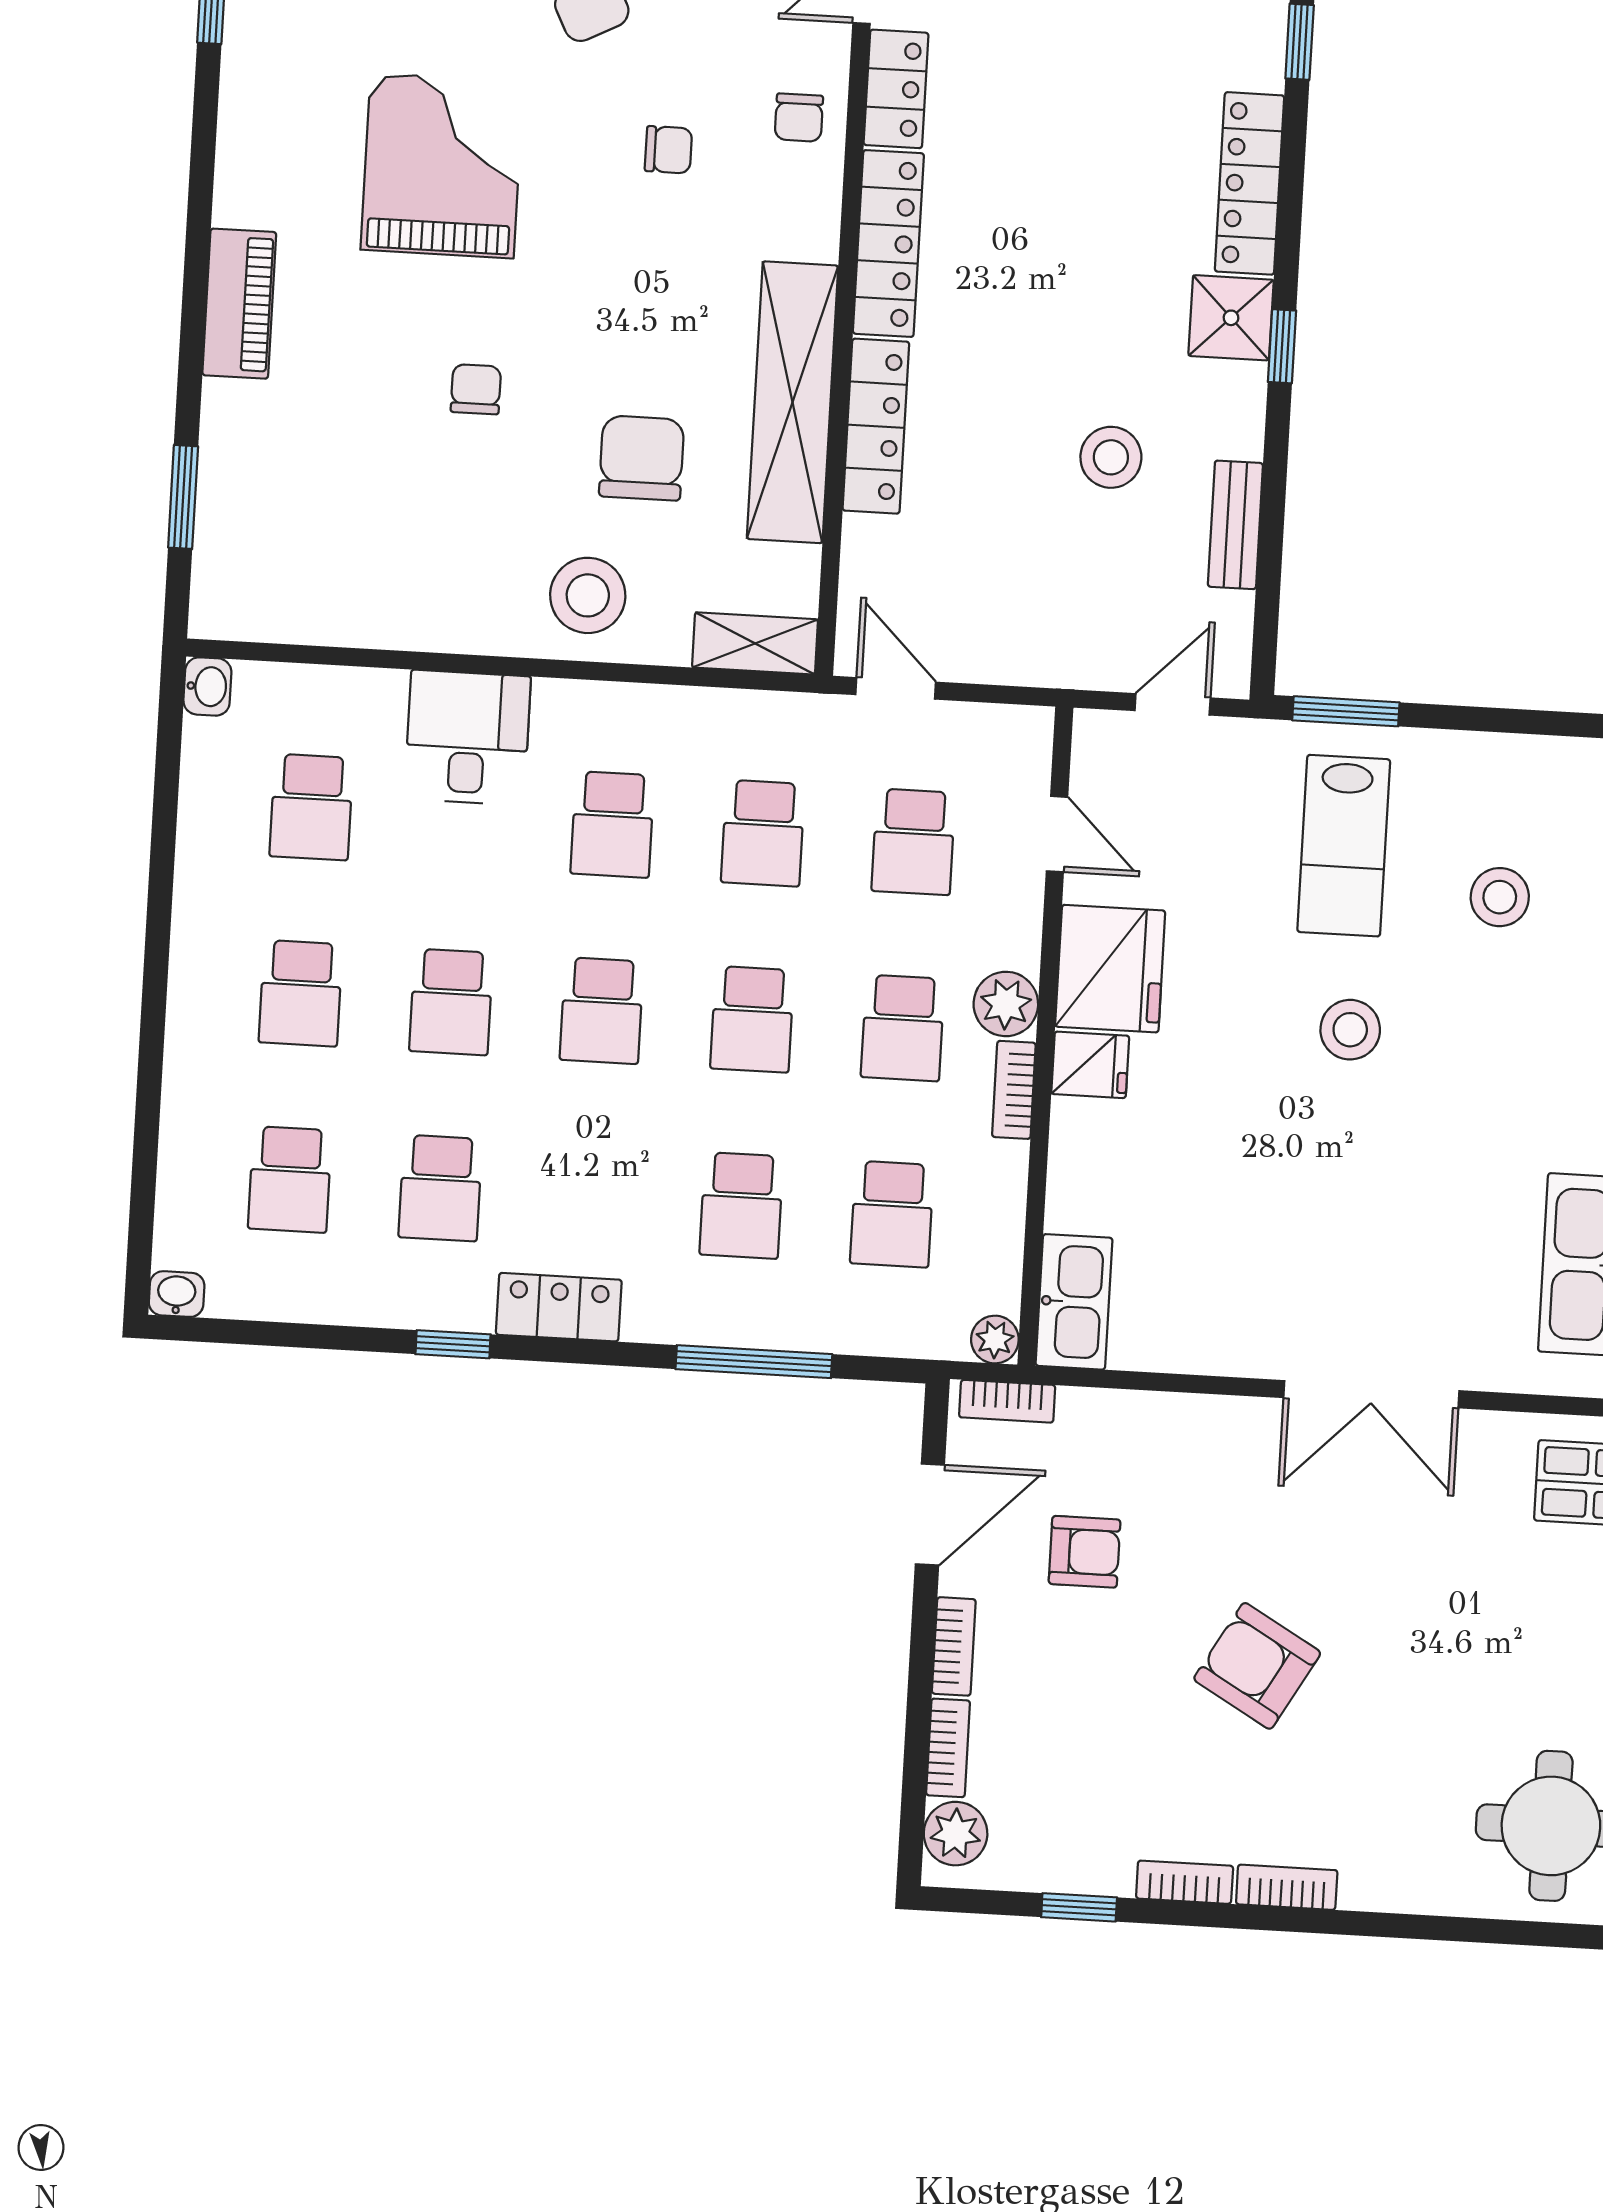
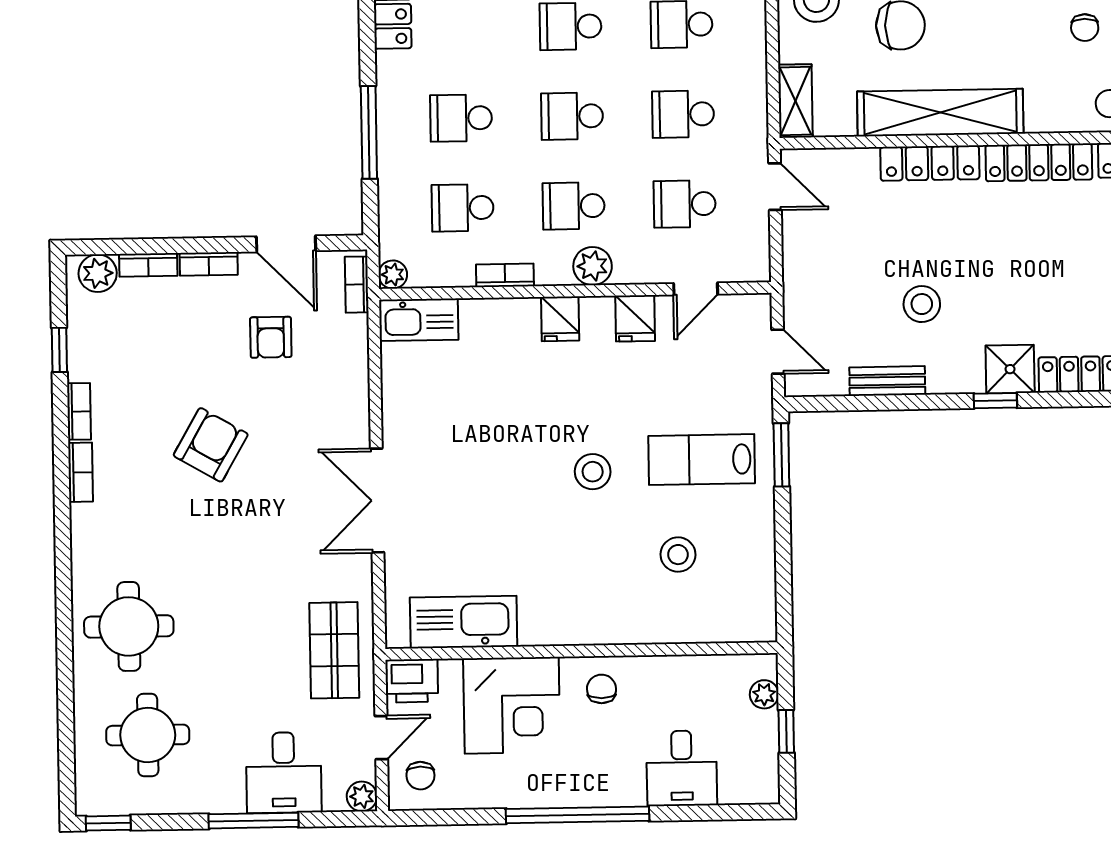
door: (896, 688) -> (775, 187), hinge flipped
fridge: (1110, 969) -> (635, 318), width x0.53, depth x0.75
bookcase: (1014, 1090) -> (505, 275), moved

